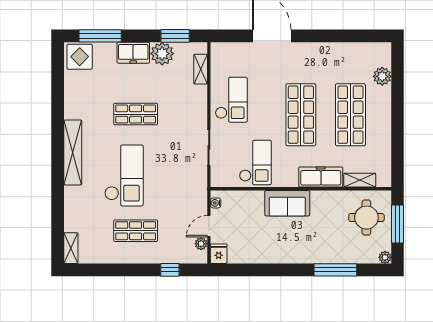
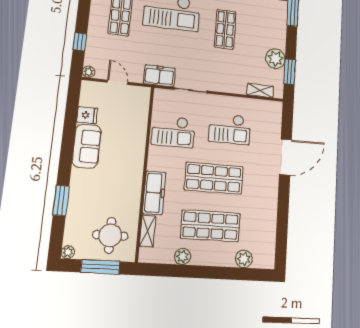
freezer: (133, 53) -> (159, 76), moved, turned 90
checkout: (231, 100) -> (230, 129), moved
plant: (383, 142) -> (183, 256), added
water cooler: (216, 203) -> (139, 91), removed
sofa: (287, 203) -> (87, 146), moved, turned 180
plant: (201, 244) -> (89, 72), moved
fridge: (219, 254) -> (87, 115), moved
window: (335, 270) -> (61, 201), width x0.69

